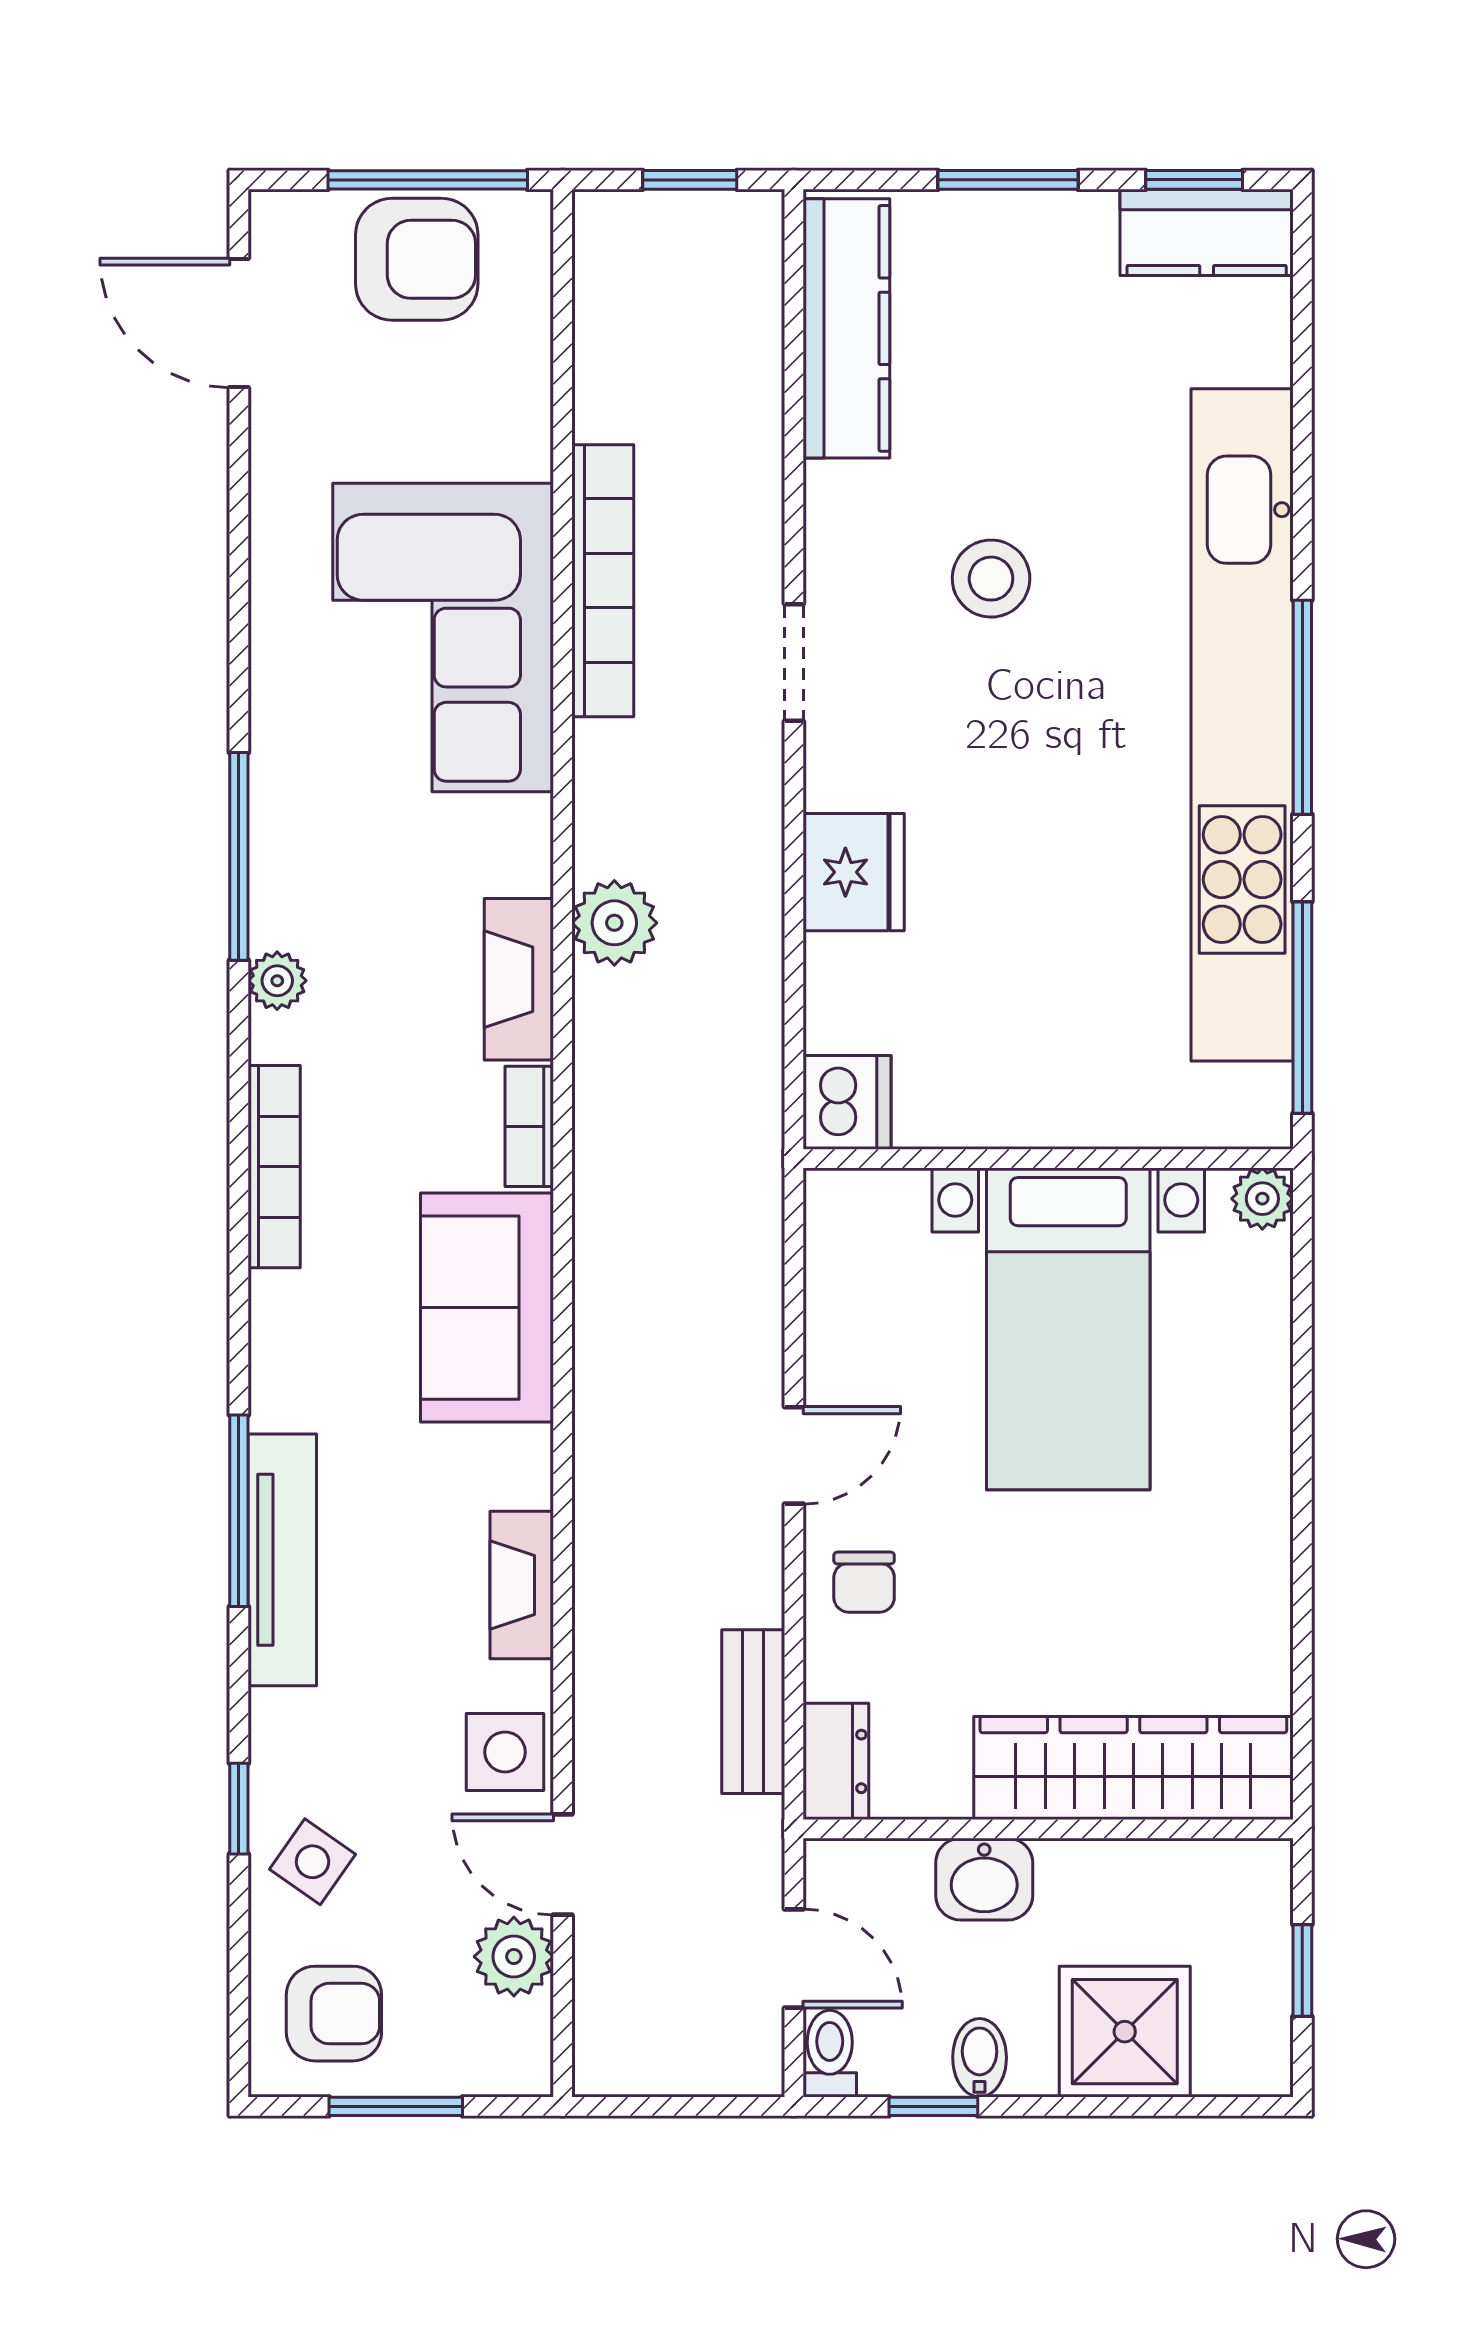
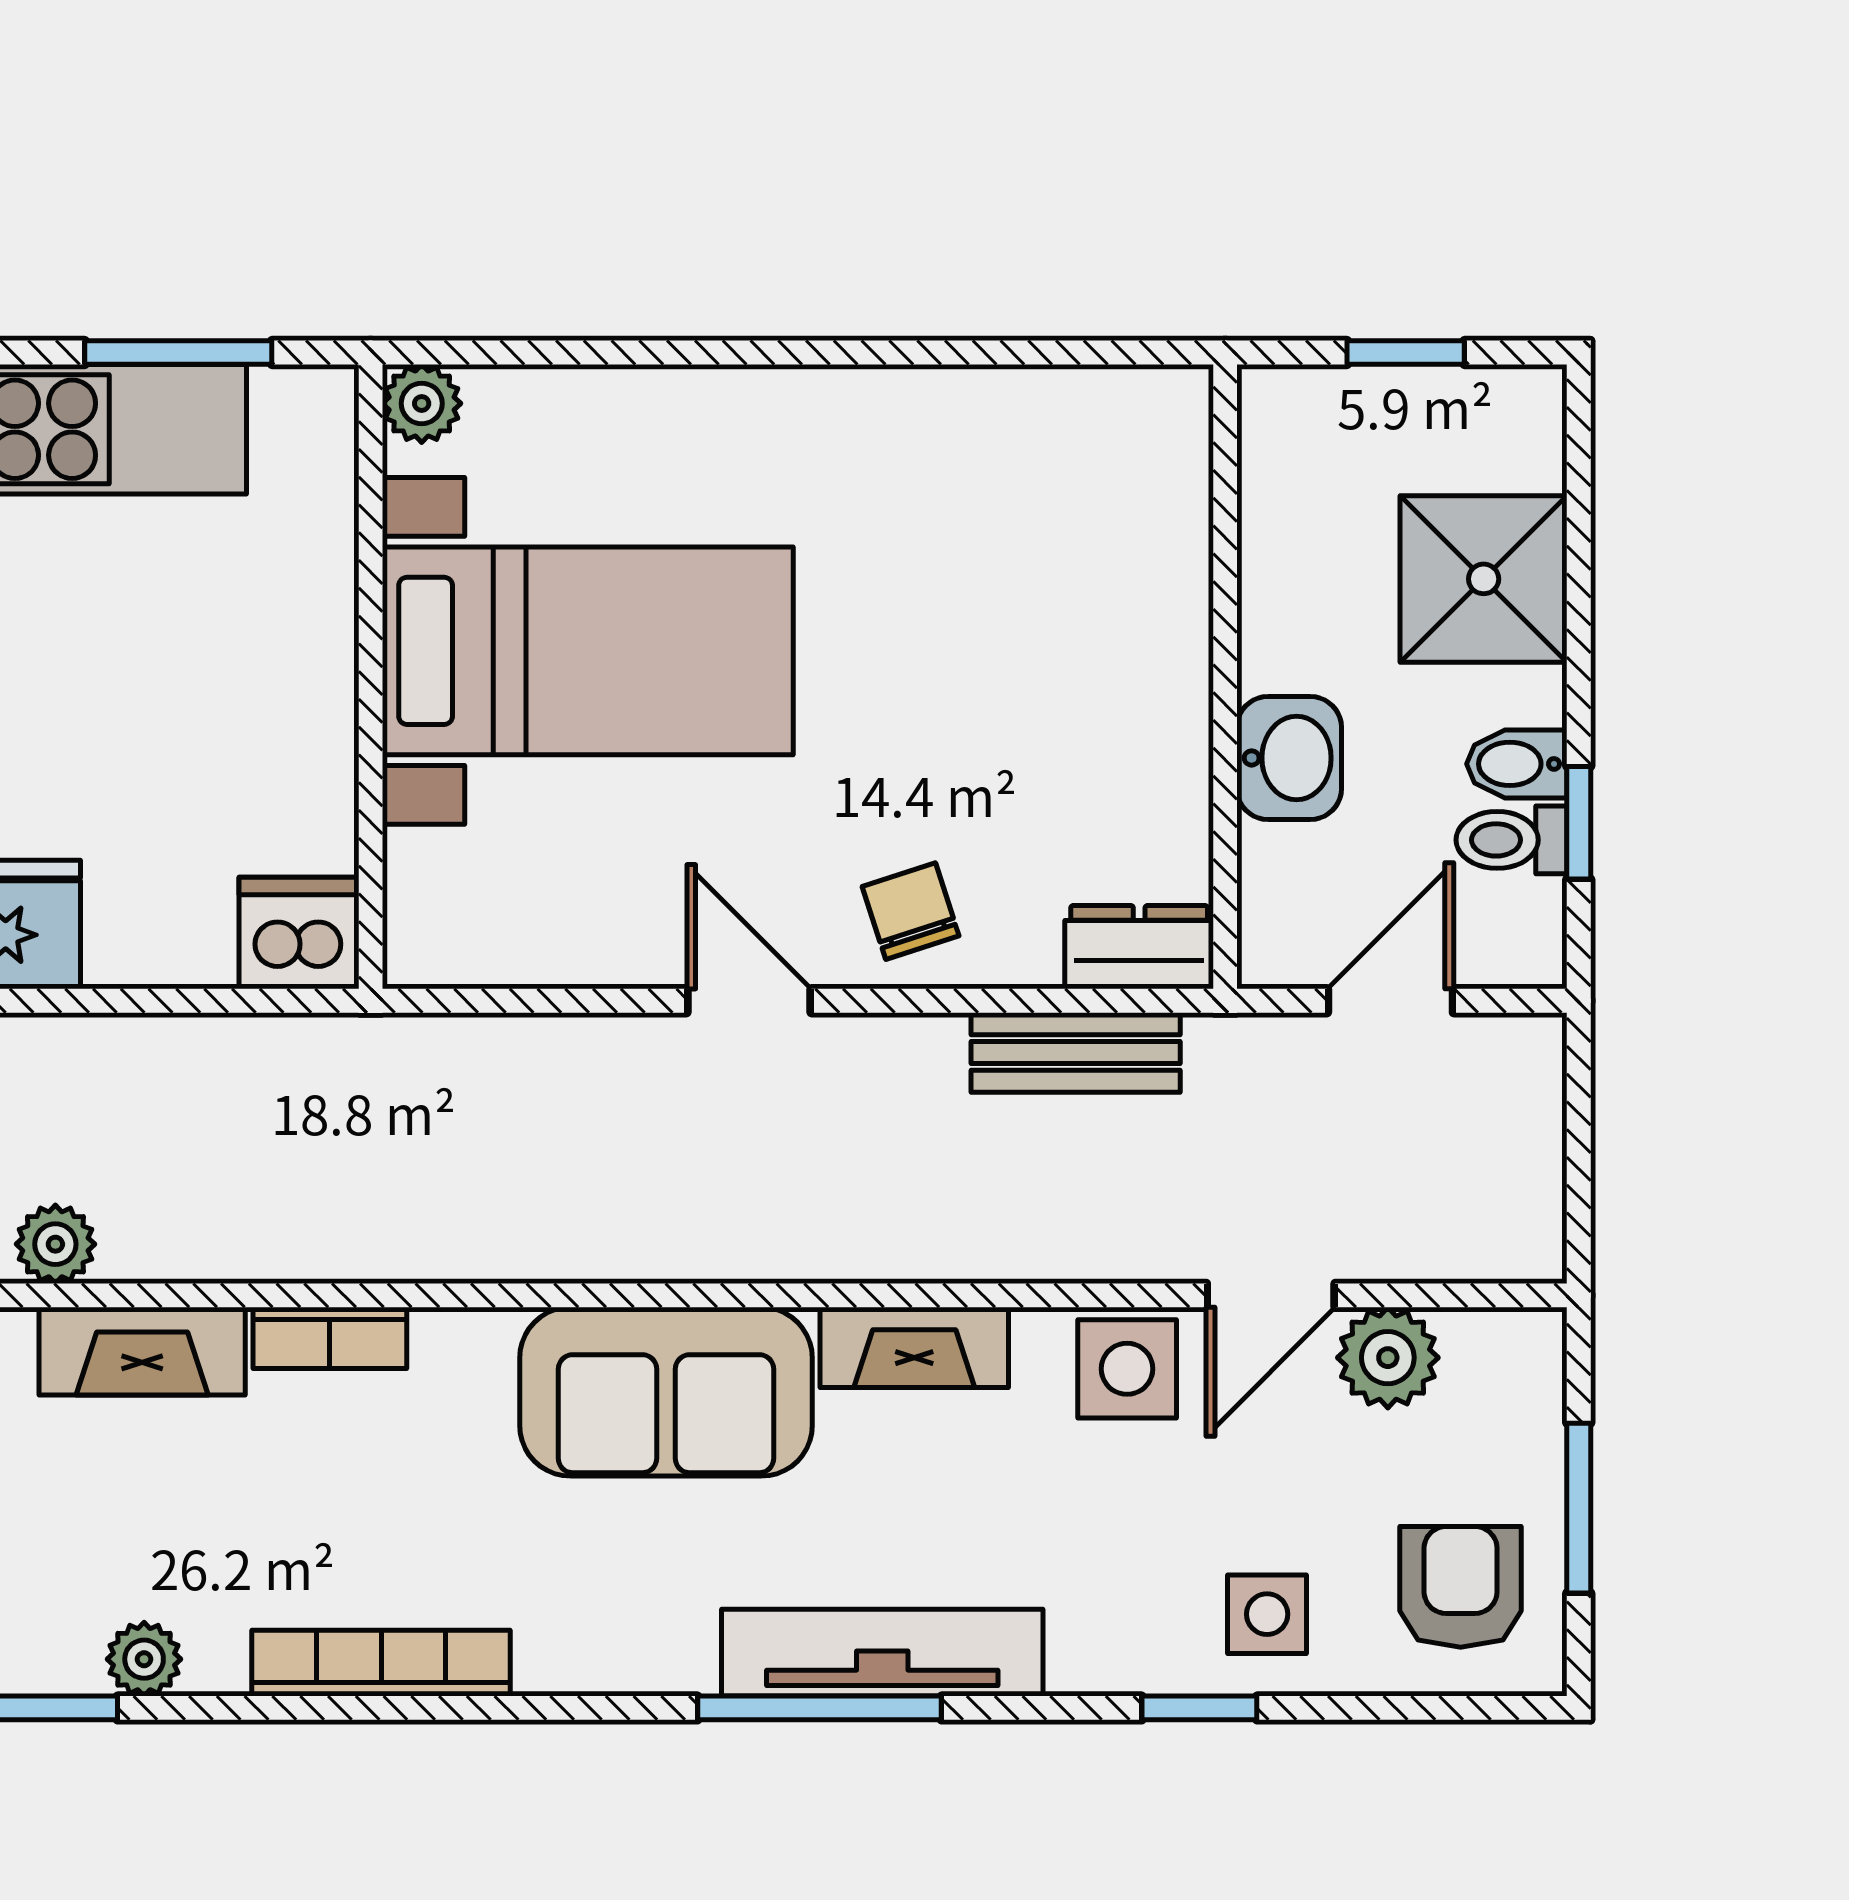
plant: (614, 923) -> (55, 1244), width x0.73, depth x0.73
window: (1302, 1008) -> (178, 353), width x0.69
sofa: (487, 1308) -> (666, 1392), moved
chair: (864, 1582) -> (911, 911), turned -108
wardrobe: (1133, 1768) -> (1148, 568), removed
side table: (313, 1862) -> (1267, 1614), turned -35
toilet: (830, 2054) -> (1512, 840), moved

